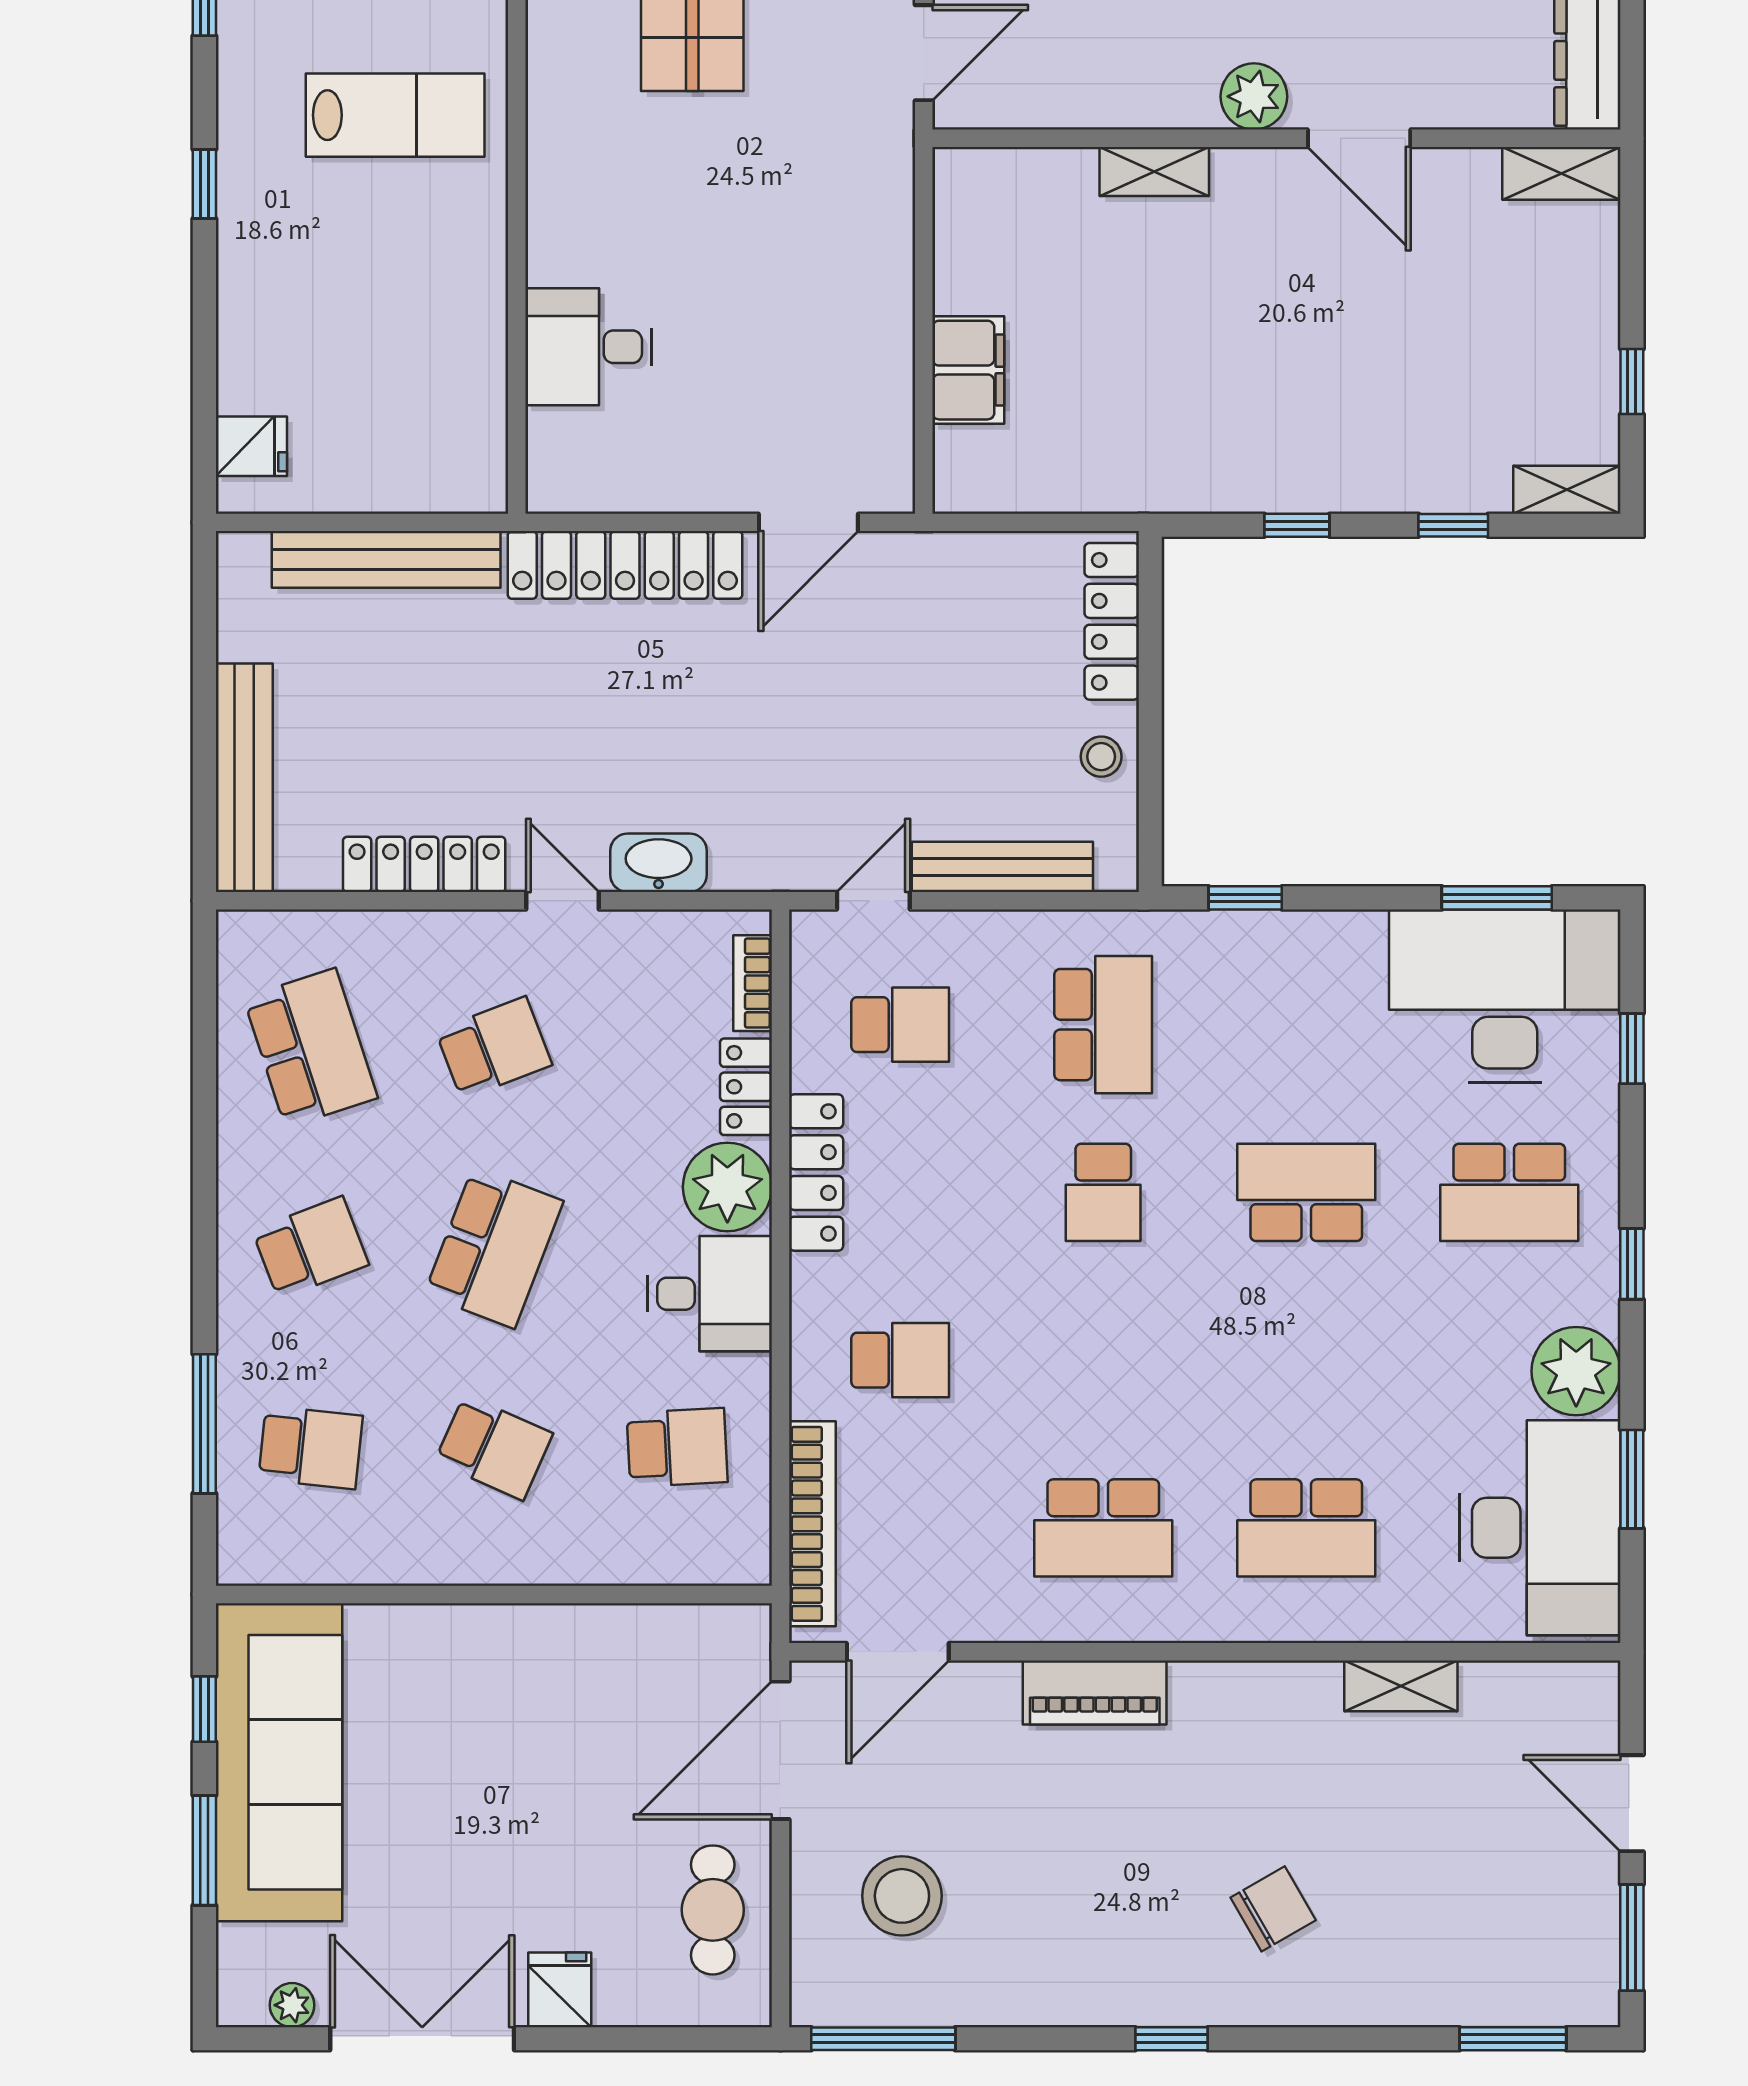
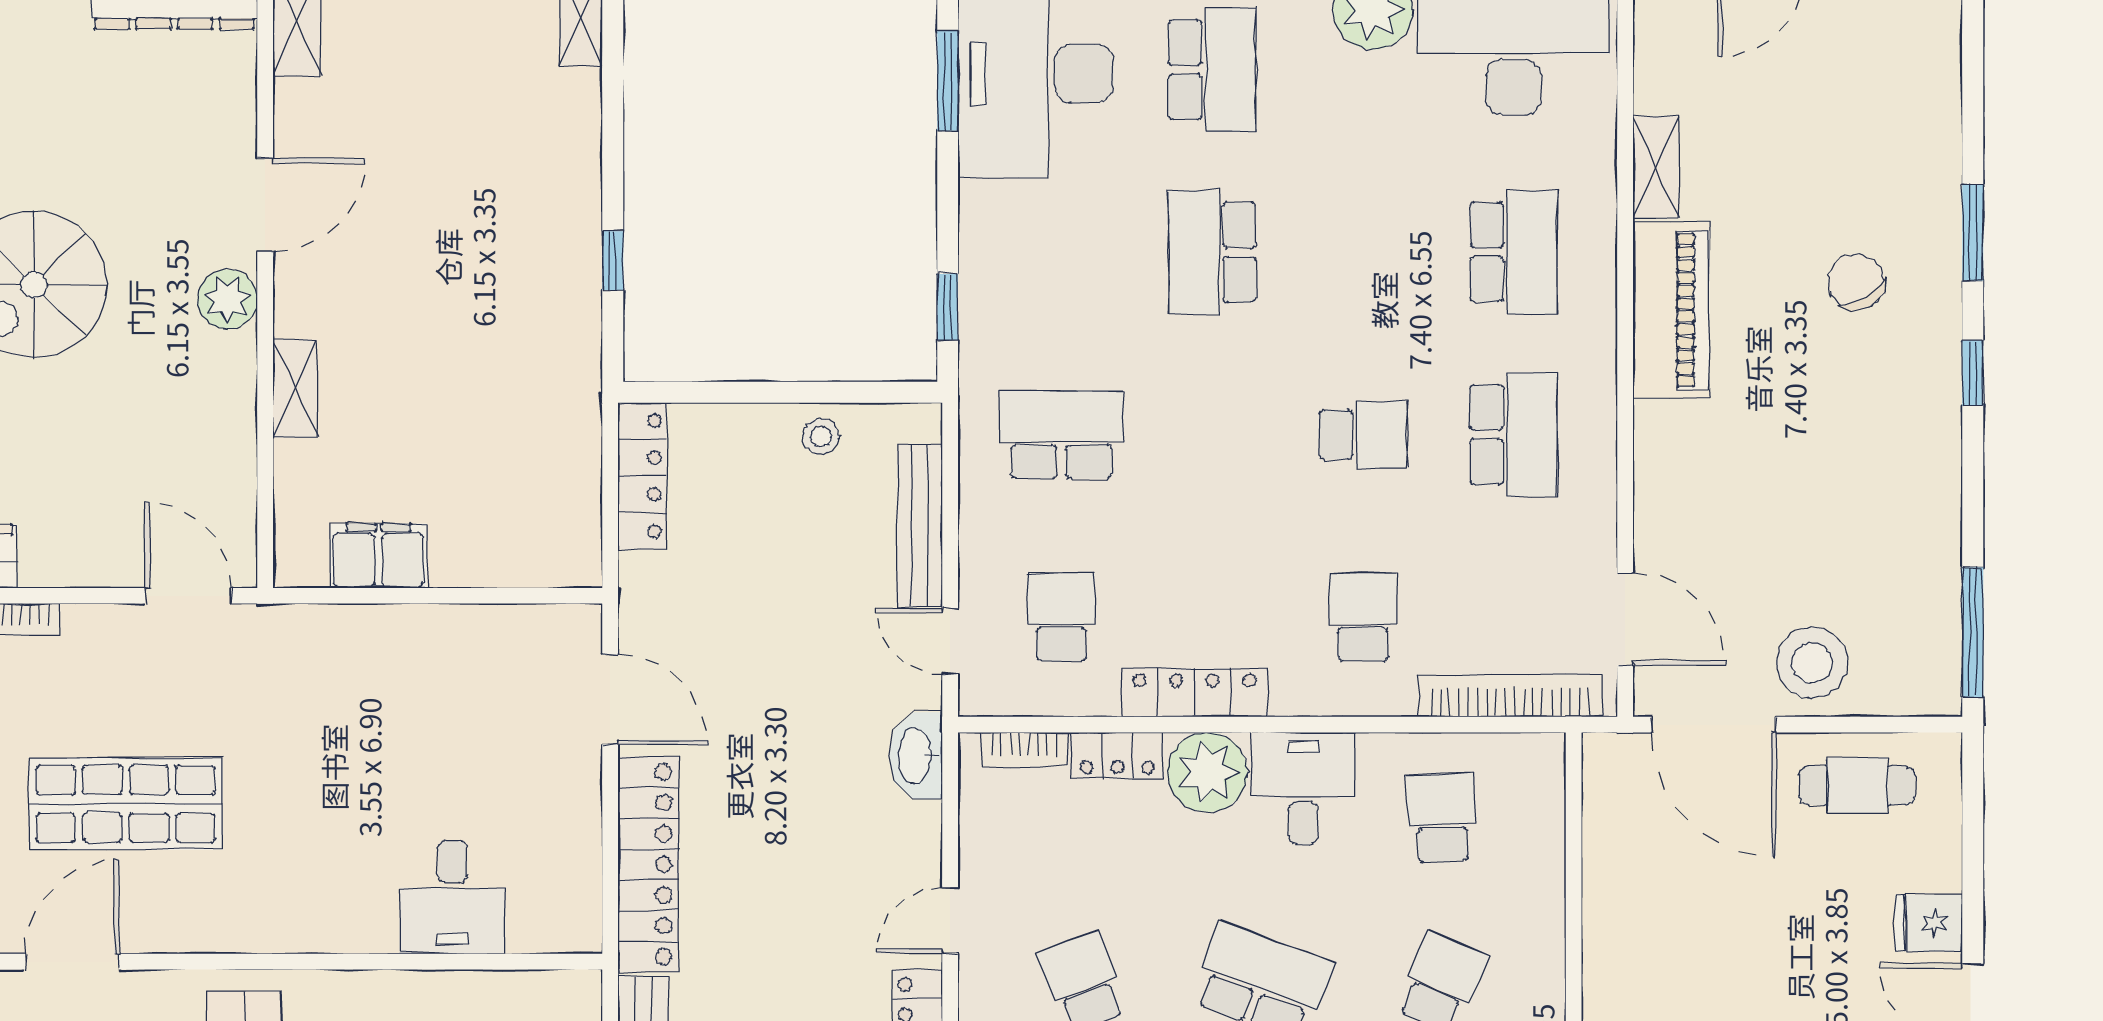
filing cabinet: (968, 370) -> (378, 556), moved
window: (1453, 525) -> (613, 120), removed
locker: (1112, 621) -> (642, 476), moved, turned -90
washbasin: (659, 863) -> (916, 756), moved
school desk: (1103, 1192) -> (1363, 435), moved
piano: (1095, 1692) -> (1671, 310), moved, width x1.37, depth x1.33
stool: (902, 1896) -> (1812, 663), moved
window: (1513, 2039) -> (1973, 232), moved

